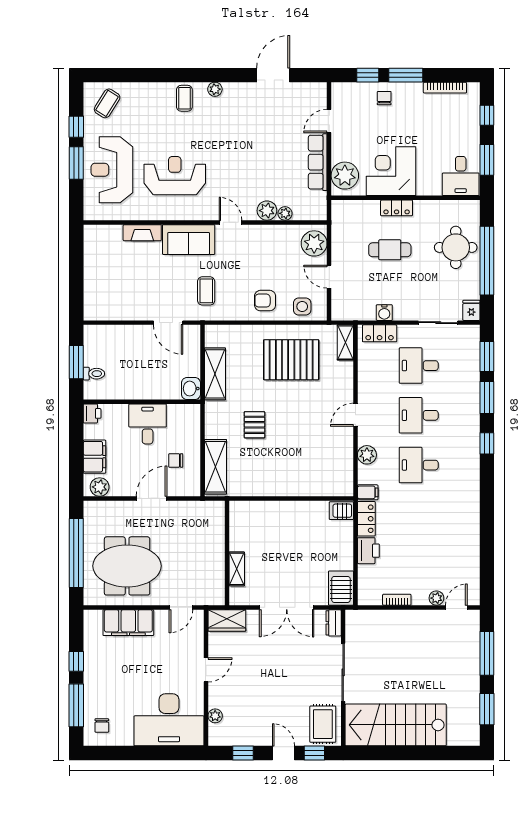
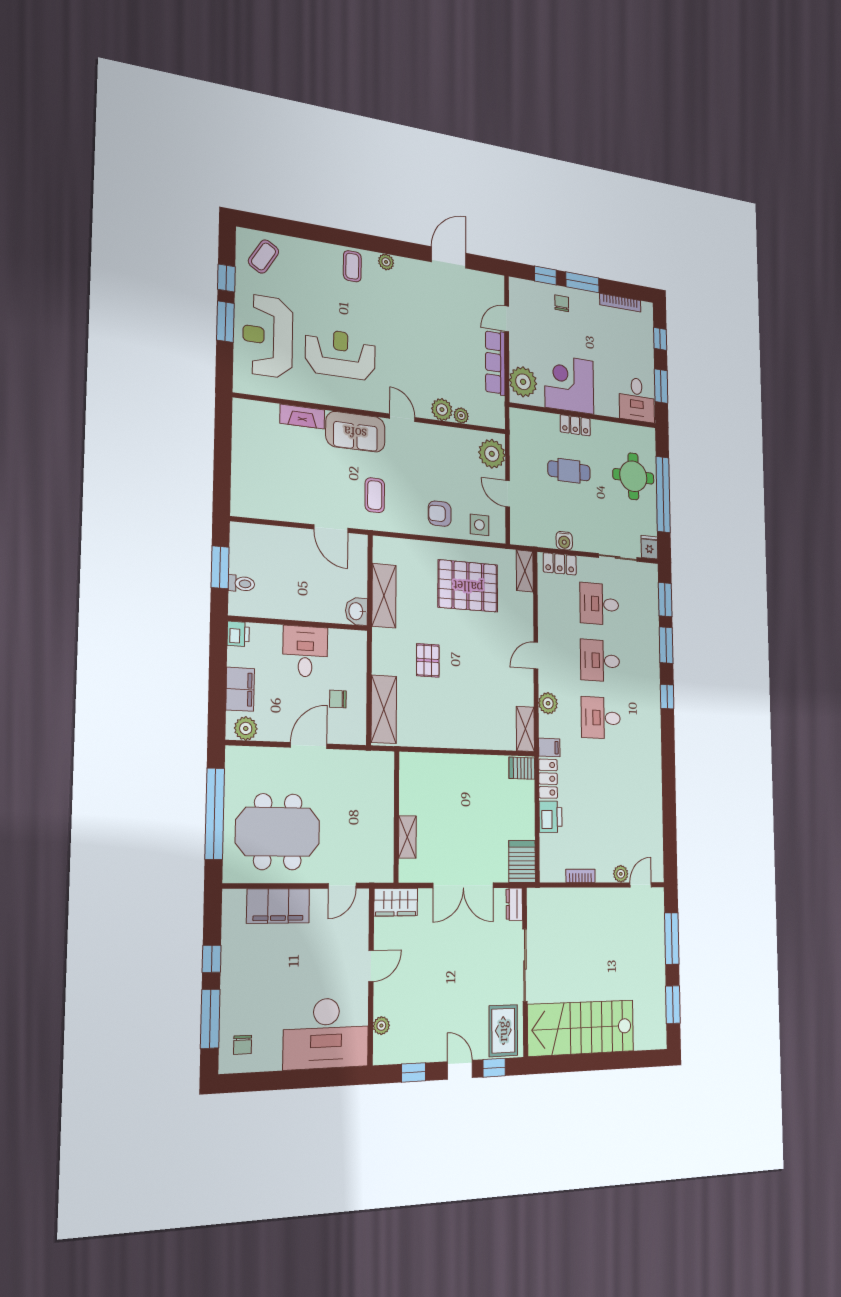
shelving: (345, 478) -> (525, 729), added

